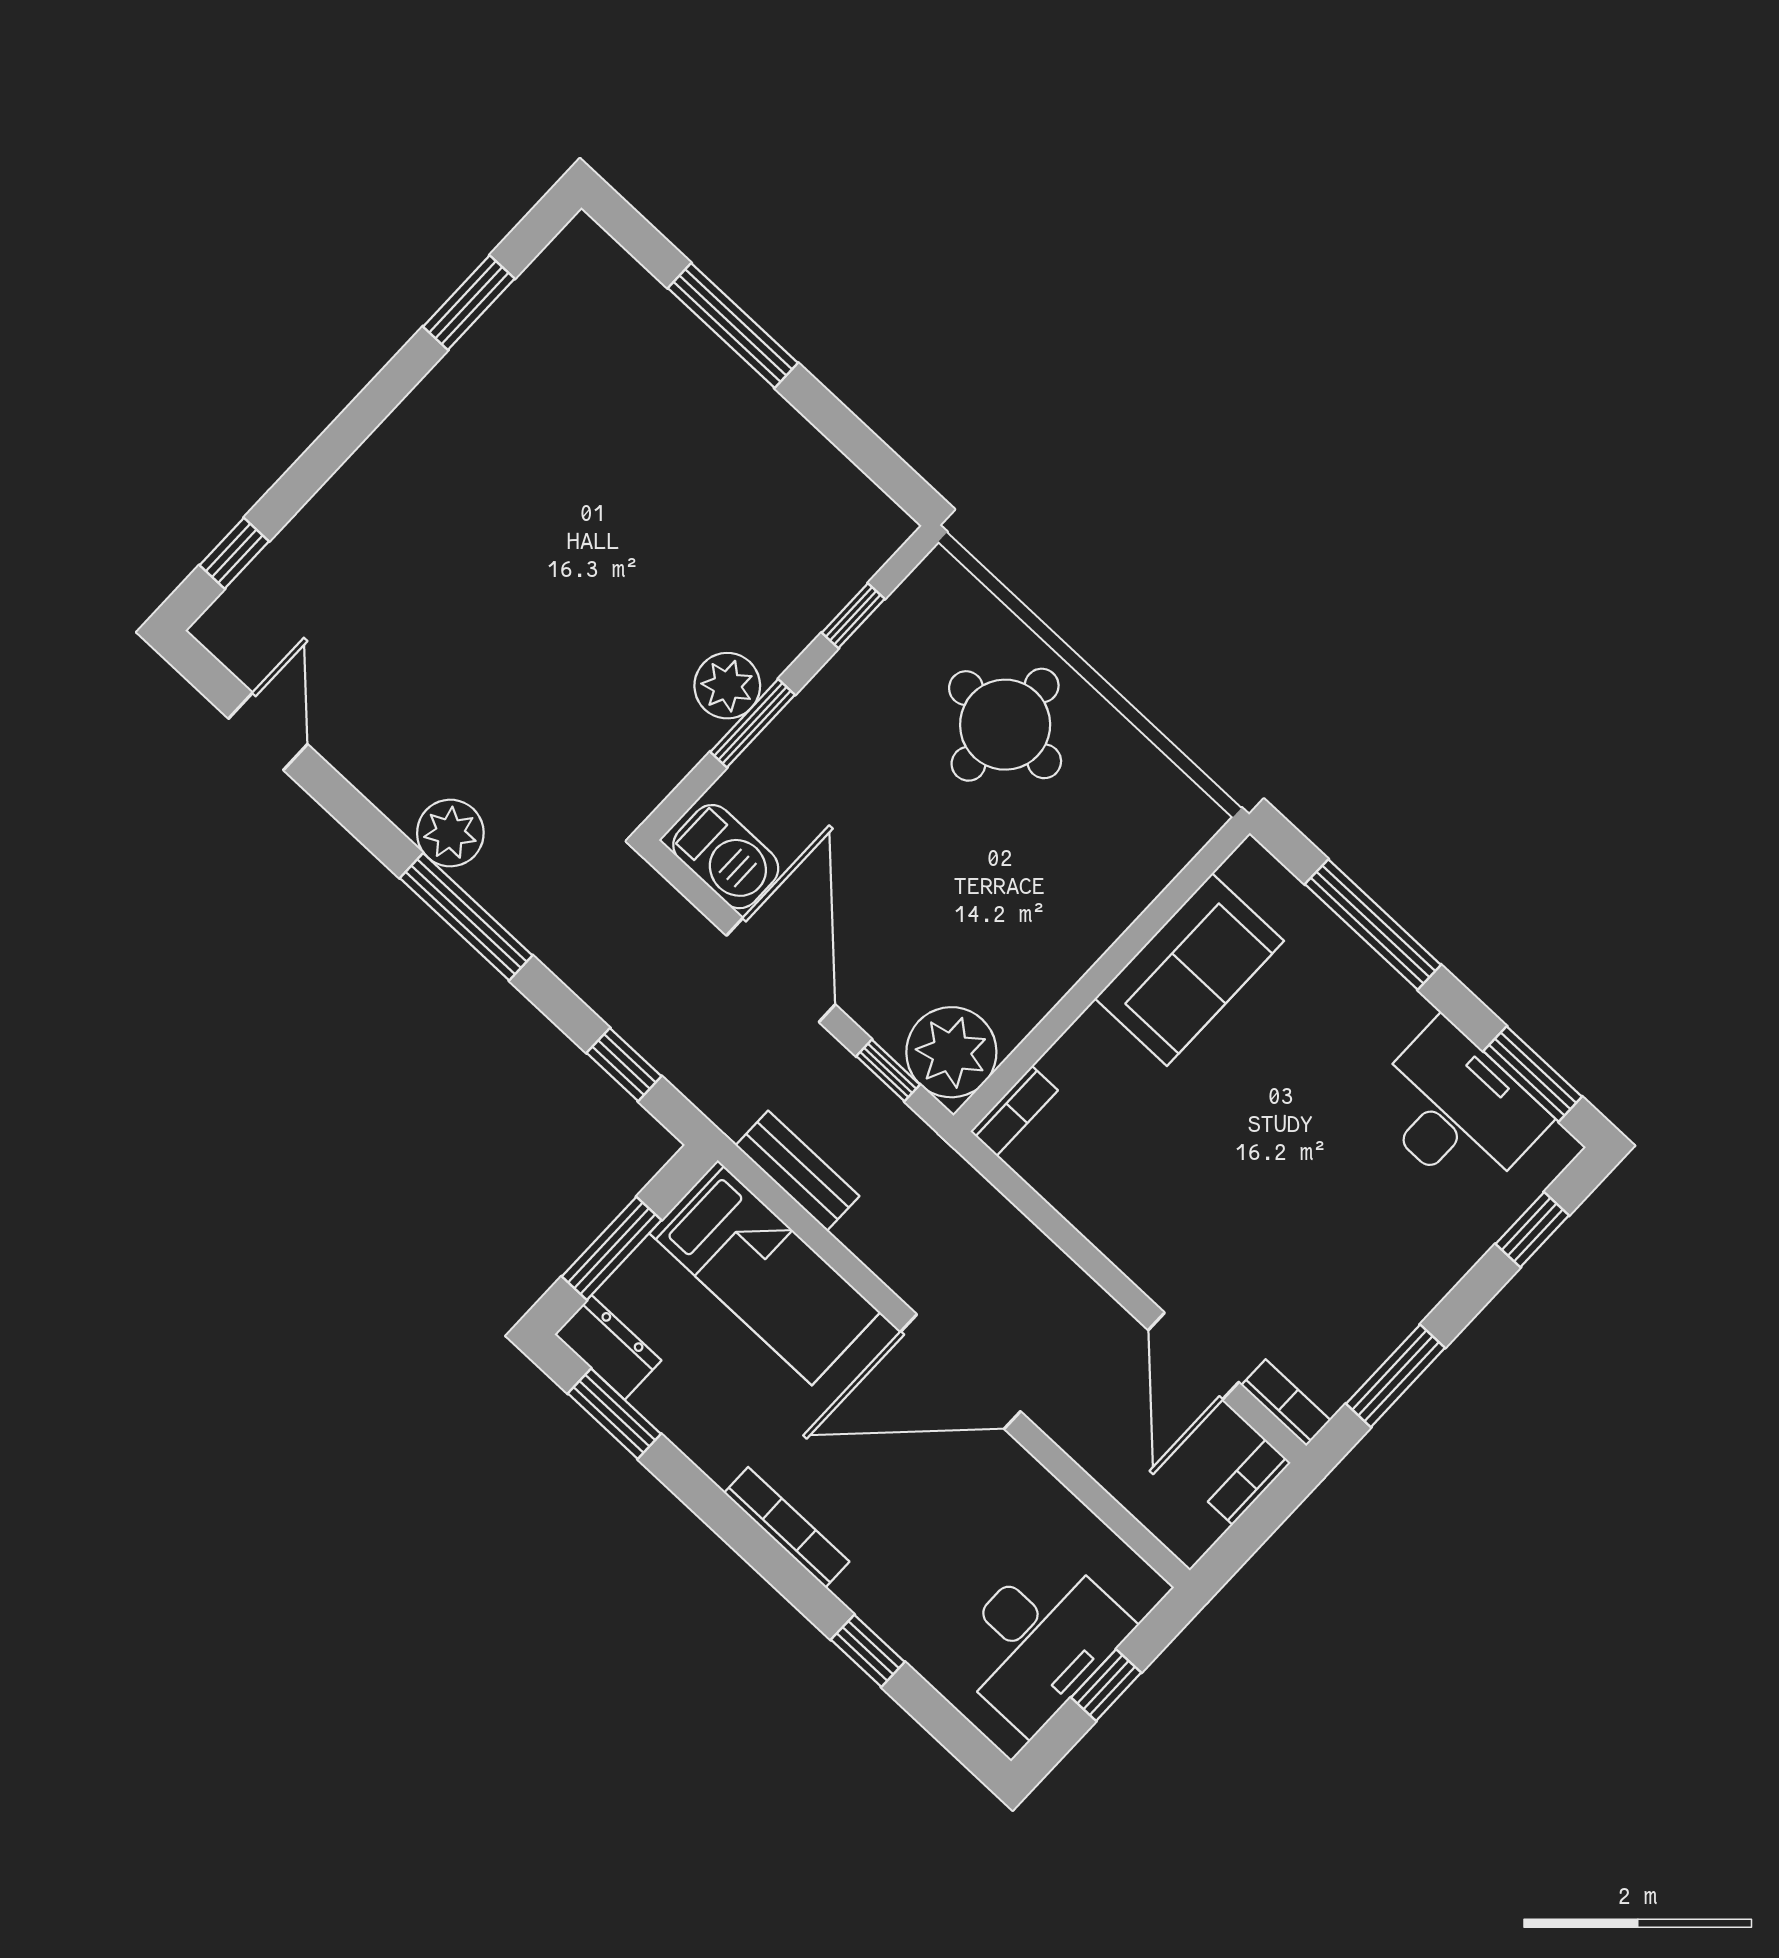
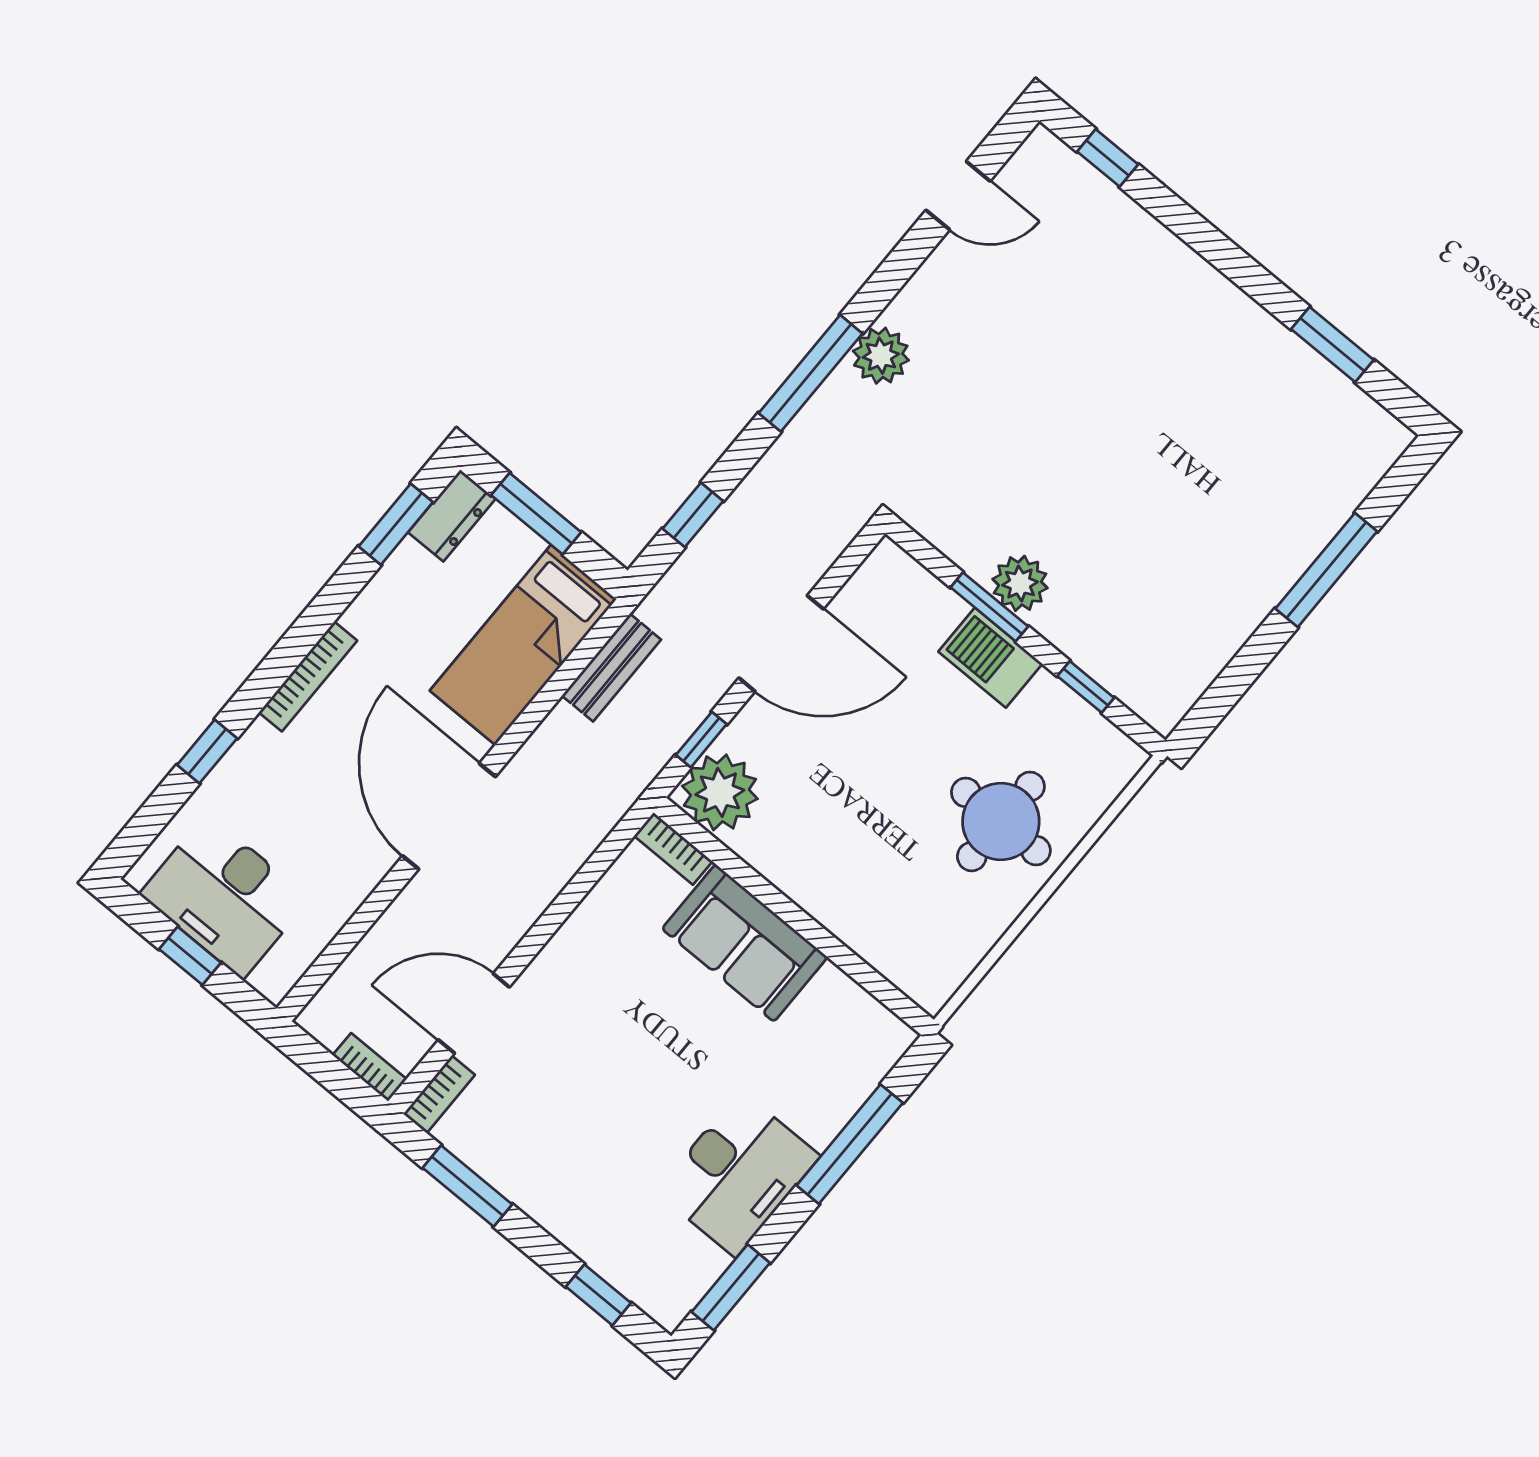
barbecue: (726, 857) -> (990, 658), moved, turned 90
sofa: (1189, 970) -> (745, 943), moved
desk: (1456, 1110) -> (738, 1174), moved

